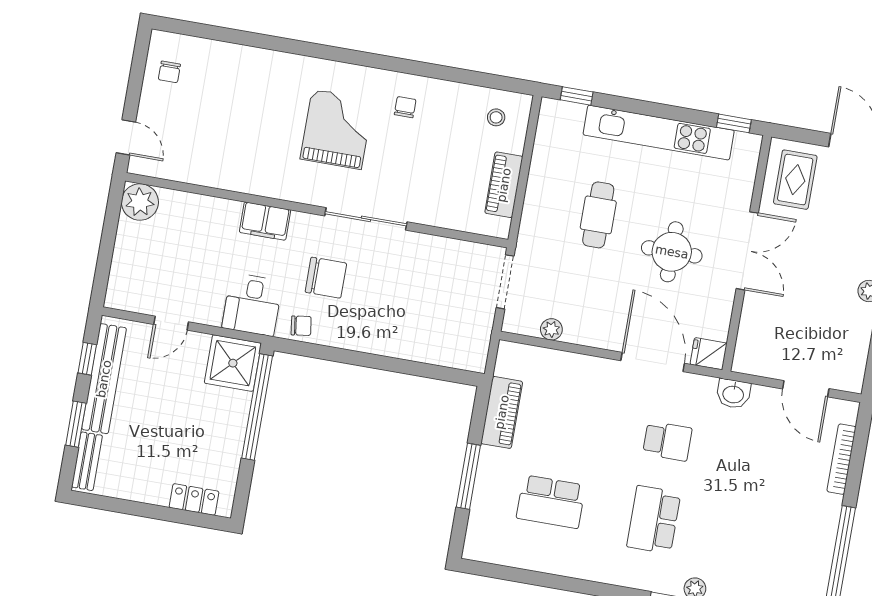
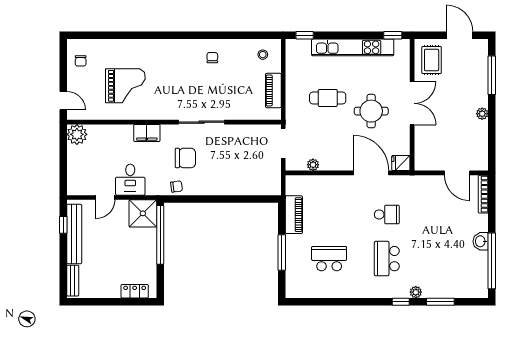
grand piano: (337, 129) -> (125, 86), moved, turned 90
cafe table: (598, 215) -> (328, 98), turned 90
desk: (252, 305) -> (130, 180), moved
washbasin: (733, 394) -> (481, 241), moved, turned 90
window: (76, 424) -> (63, 262), removed
bookcase: (841, 459) -> (483, 194), moved
school desk: (551, 502) -> (329, 259), turned 180

